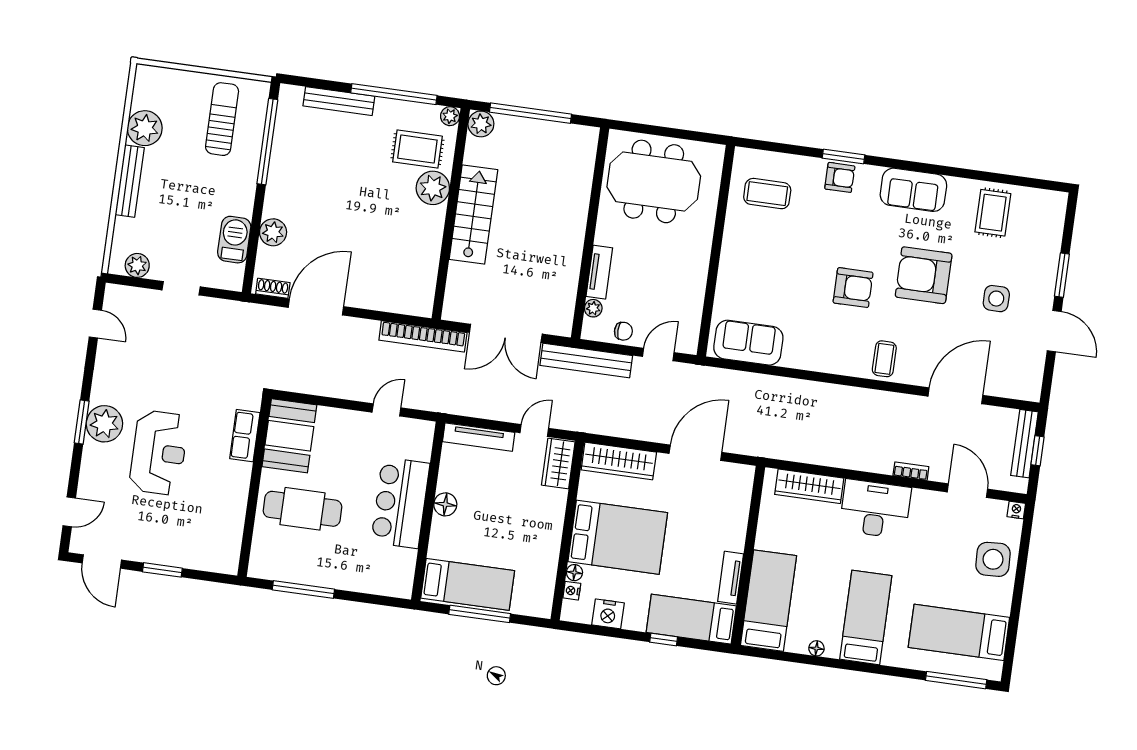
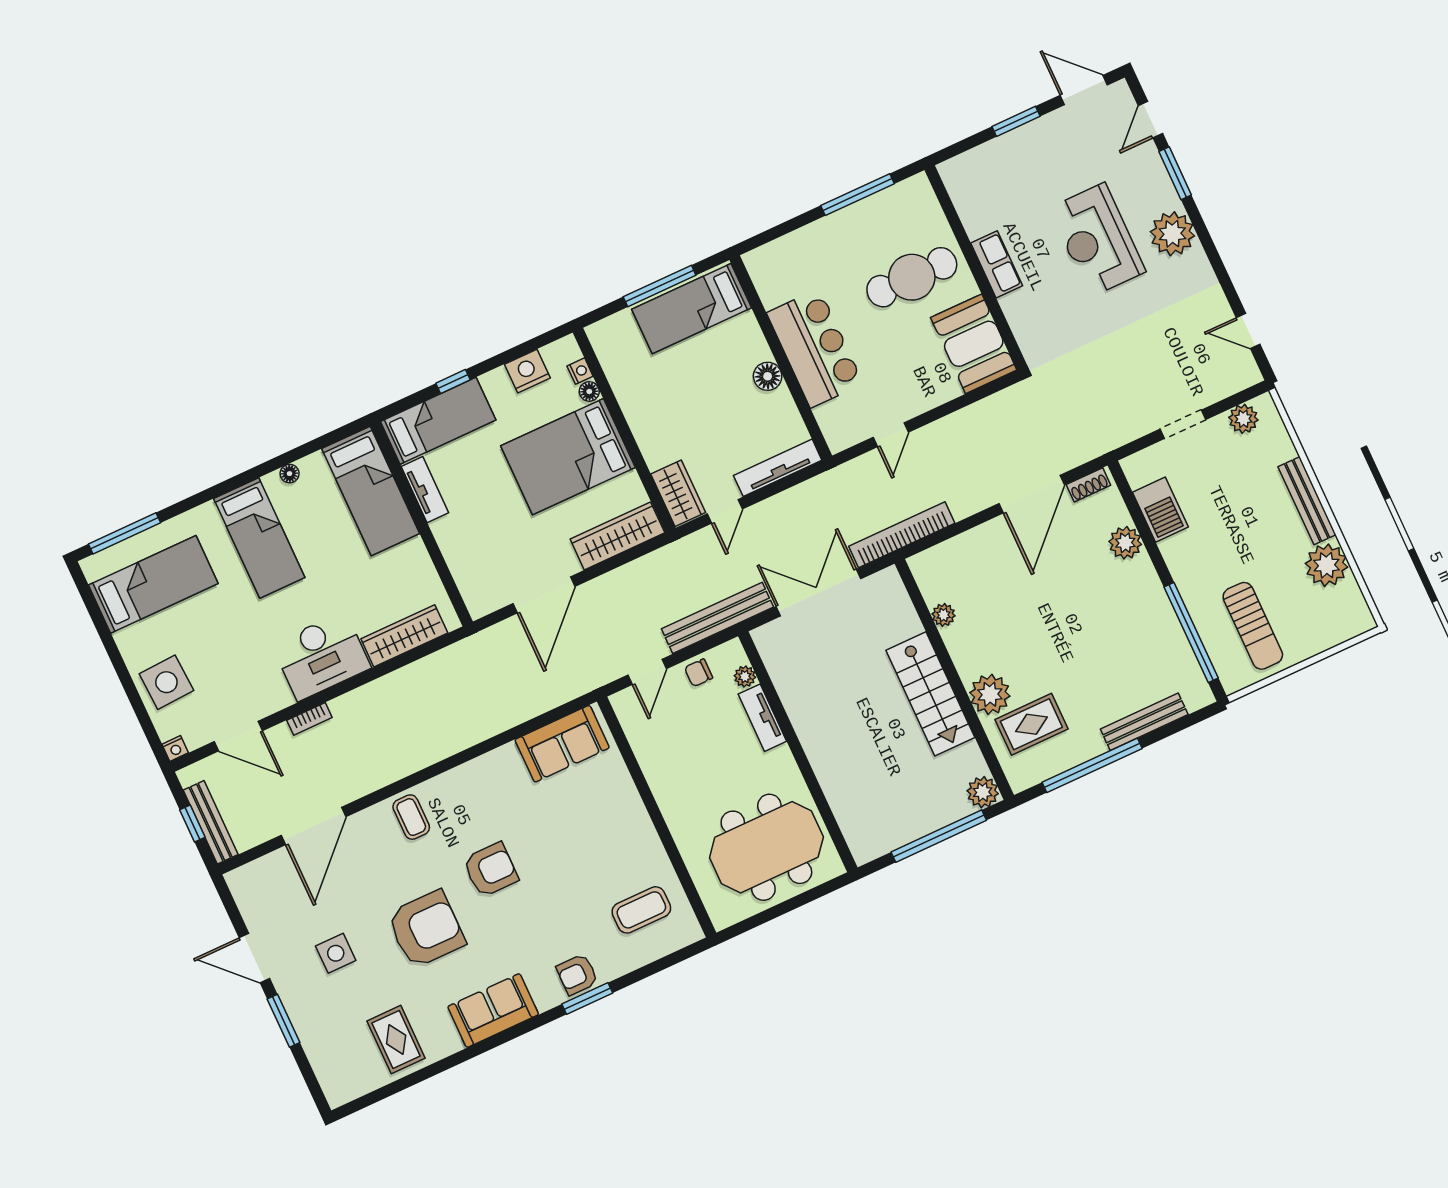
plant: (450, 116) -> (944, 615), moved
armchair: (853, 288) -> (491, 870), turned 180
window: (82, 422) -> (1175, 173), moved
row of seats: (245, 436) -> (997, 264), moved

